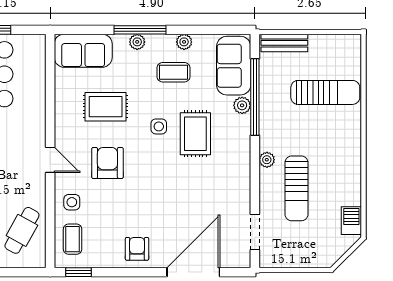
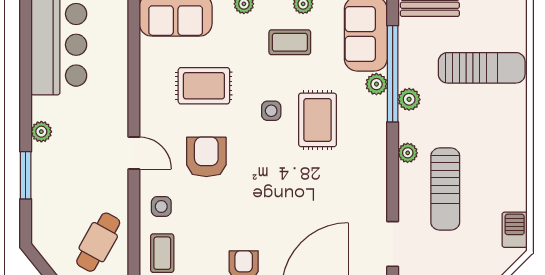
plant: (268, 117) -> (409, 99), added

